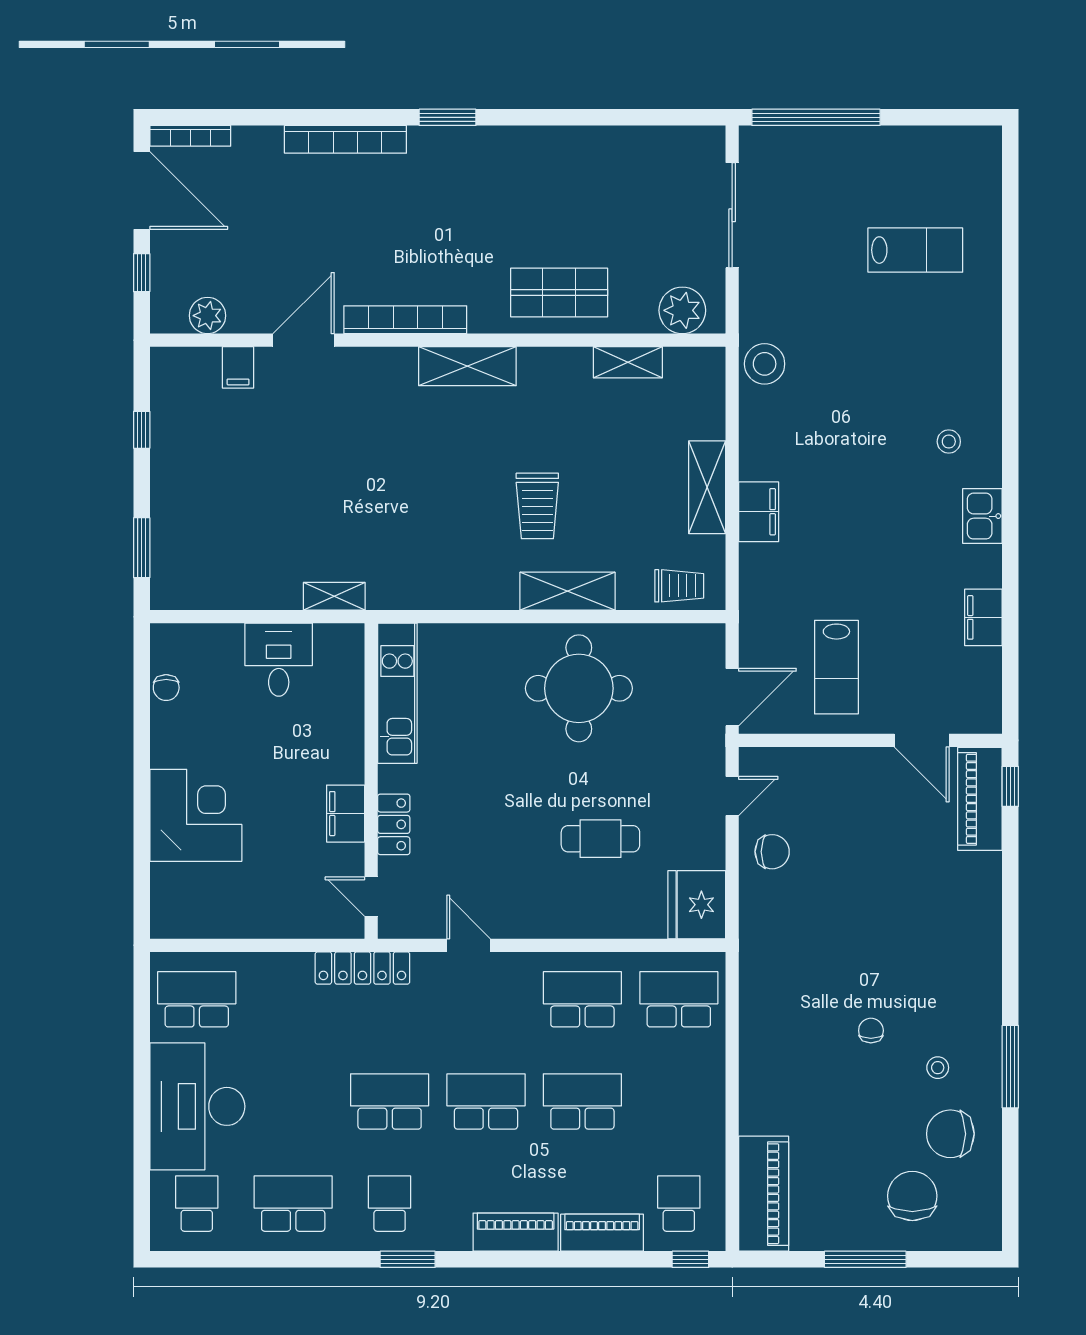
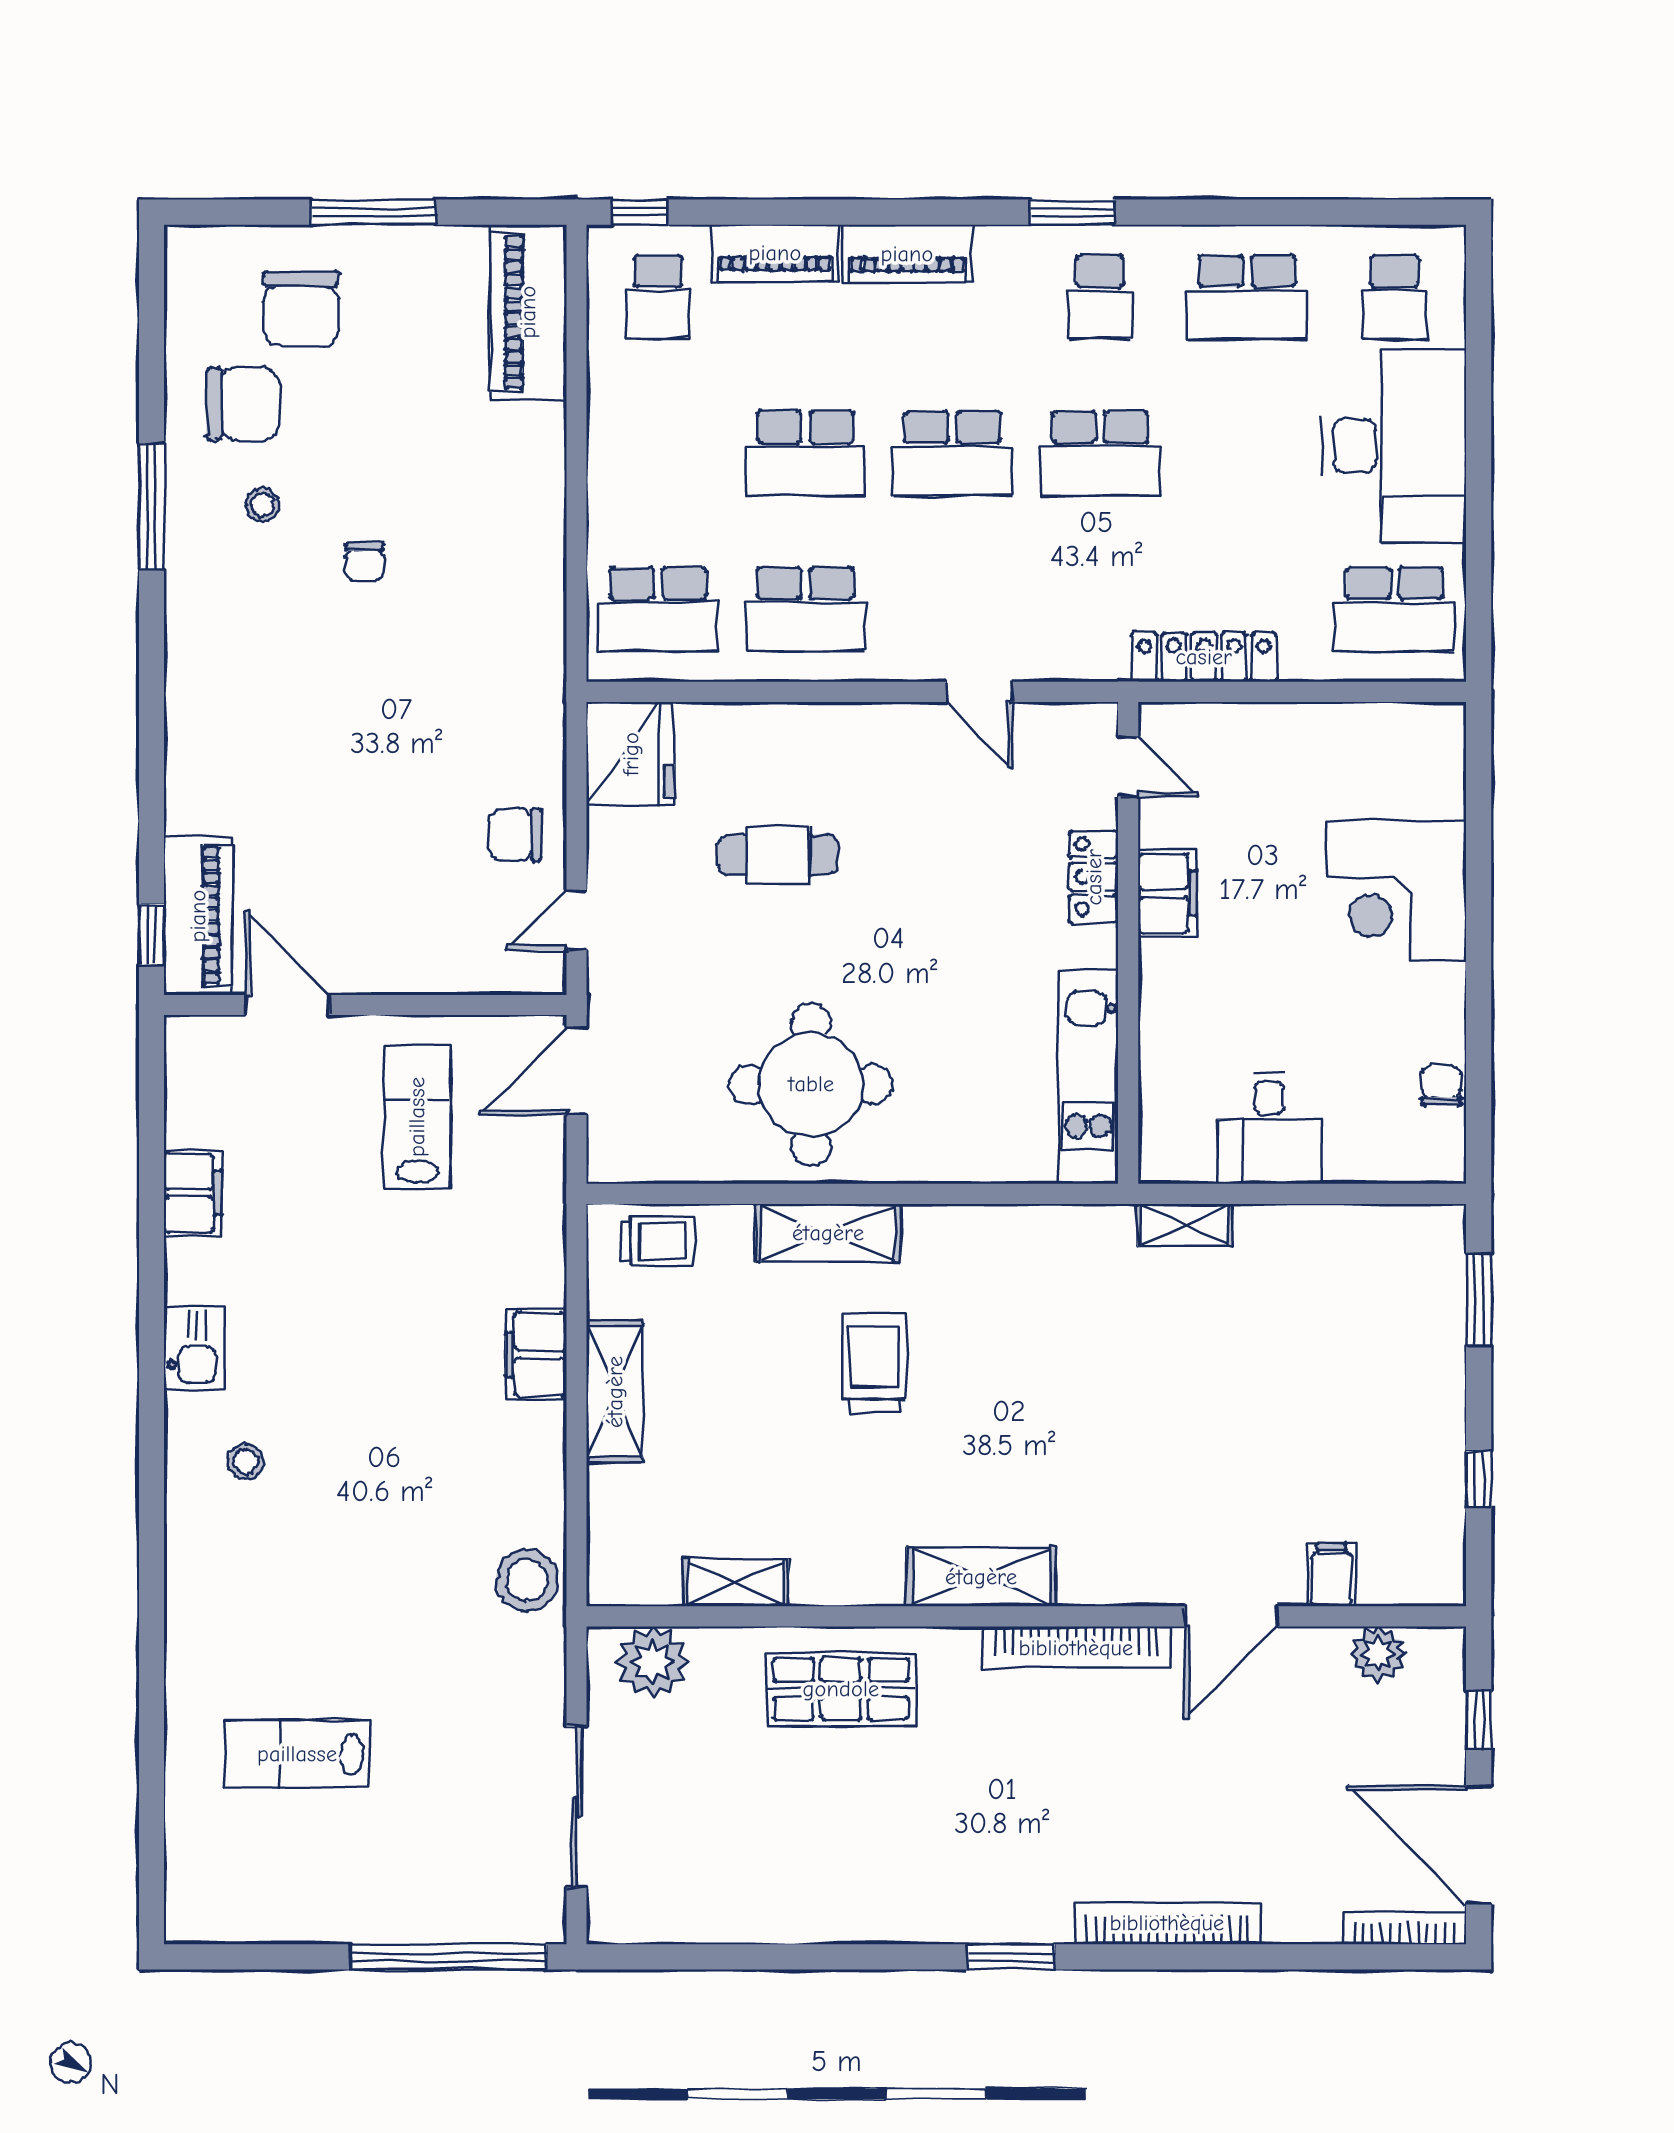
trolley: (679, 586) -> (658, 1241), turned 180
locker: (362, 968) -> (1204, 657), moved

